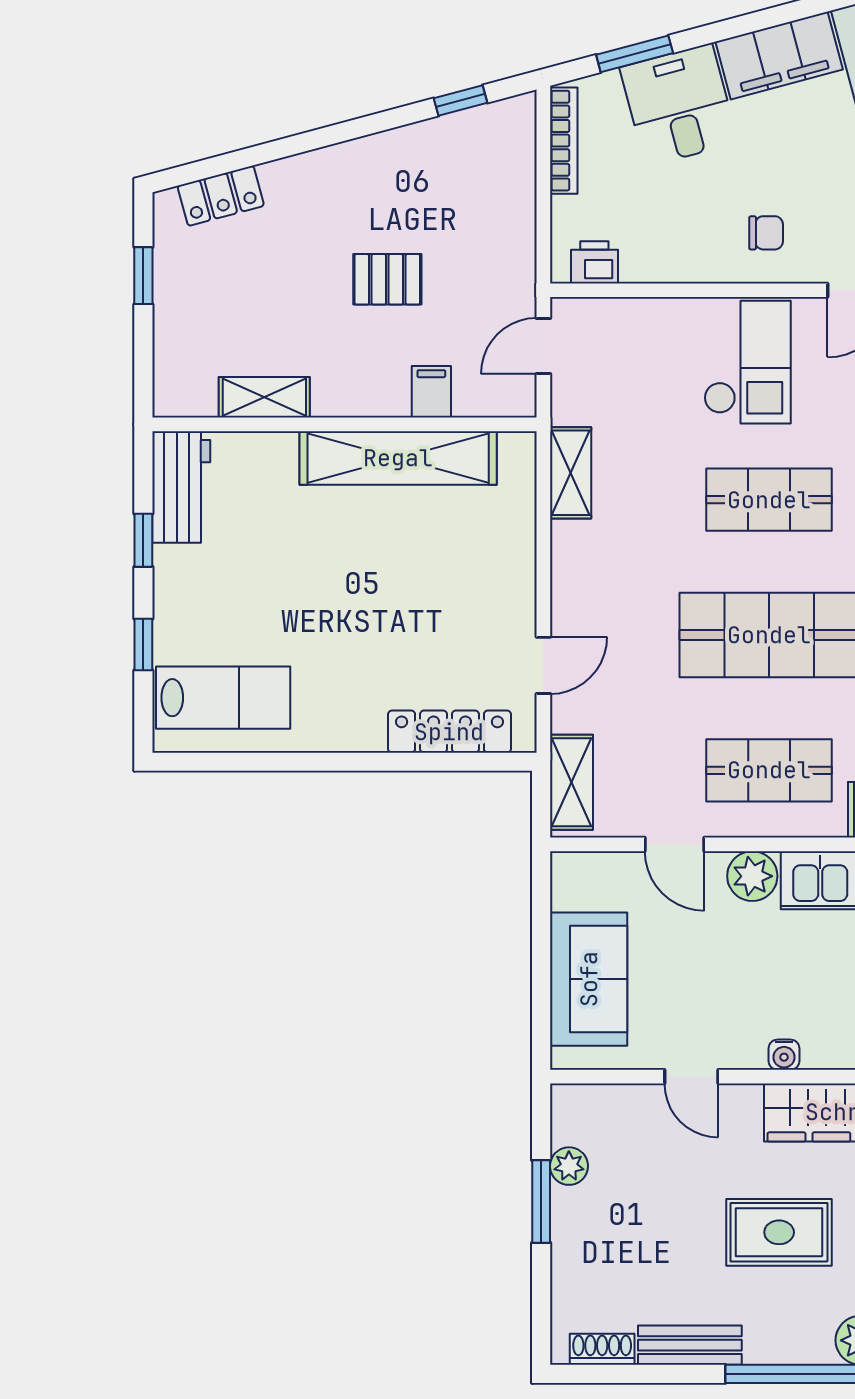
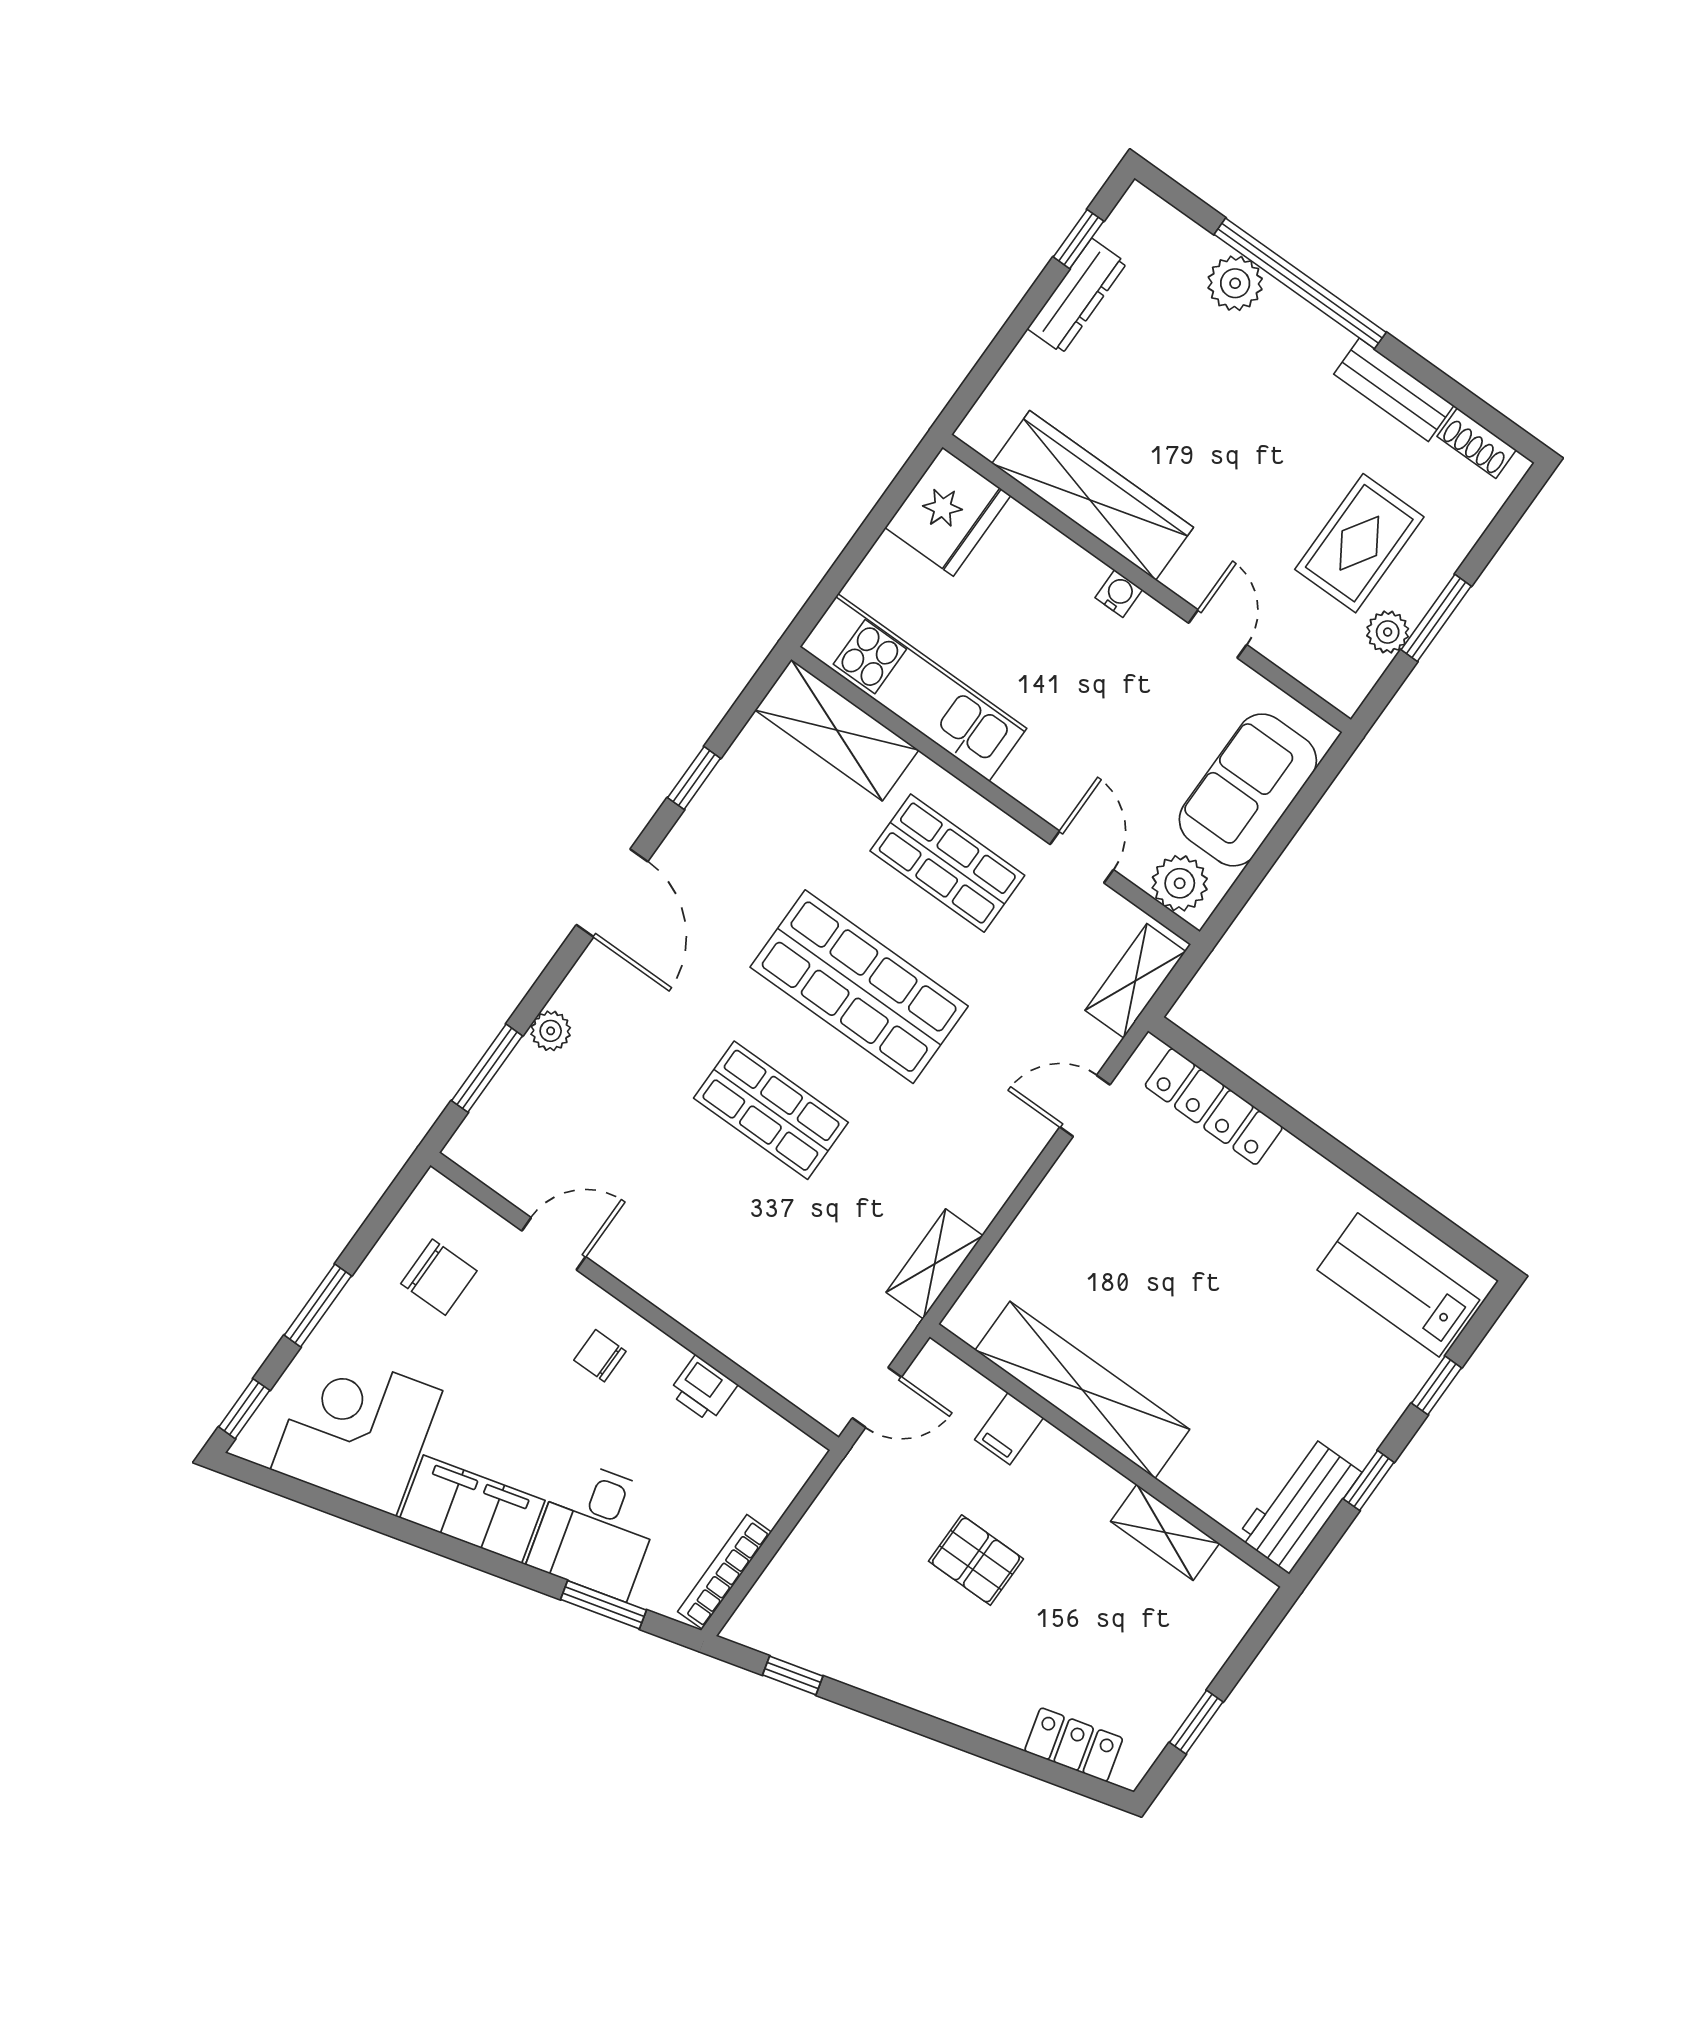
printer: (594, 262) -> (703, 1389), moved
checkout: (747, 362) -> (701, 1250), removed
plant: (752, 876) -> (1180, 883), moved
rug: (779, 1232) -> (1359, 543), moved, turned 90

